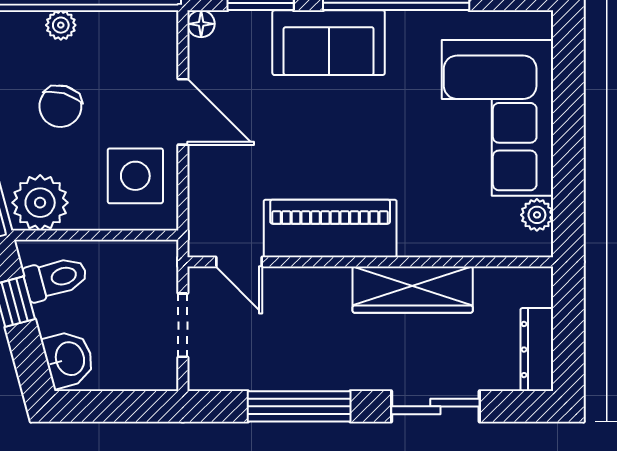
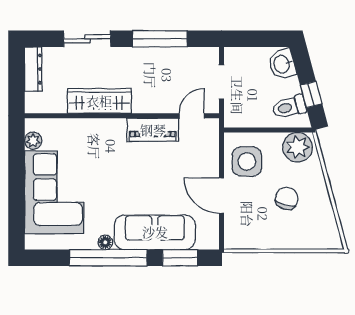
floor lamp: (201, 24) -> (105, 242), moved
plant: (61, 25) -> (286, 242), removed
sofa: (329, 43) -> (155, 232), width x1.36
piano: (330, 228) -> (153, 130), width x0.73, depth x0.75
door: (239, 262) -> (192, 116), hinge flipped

